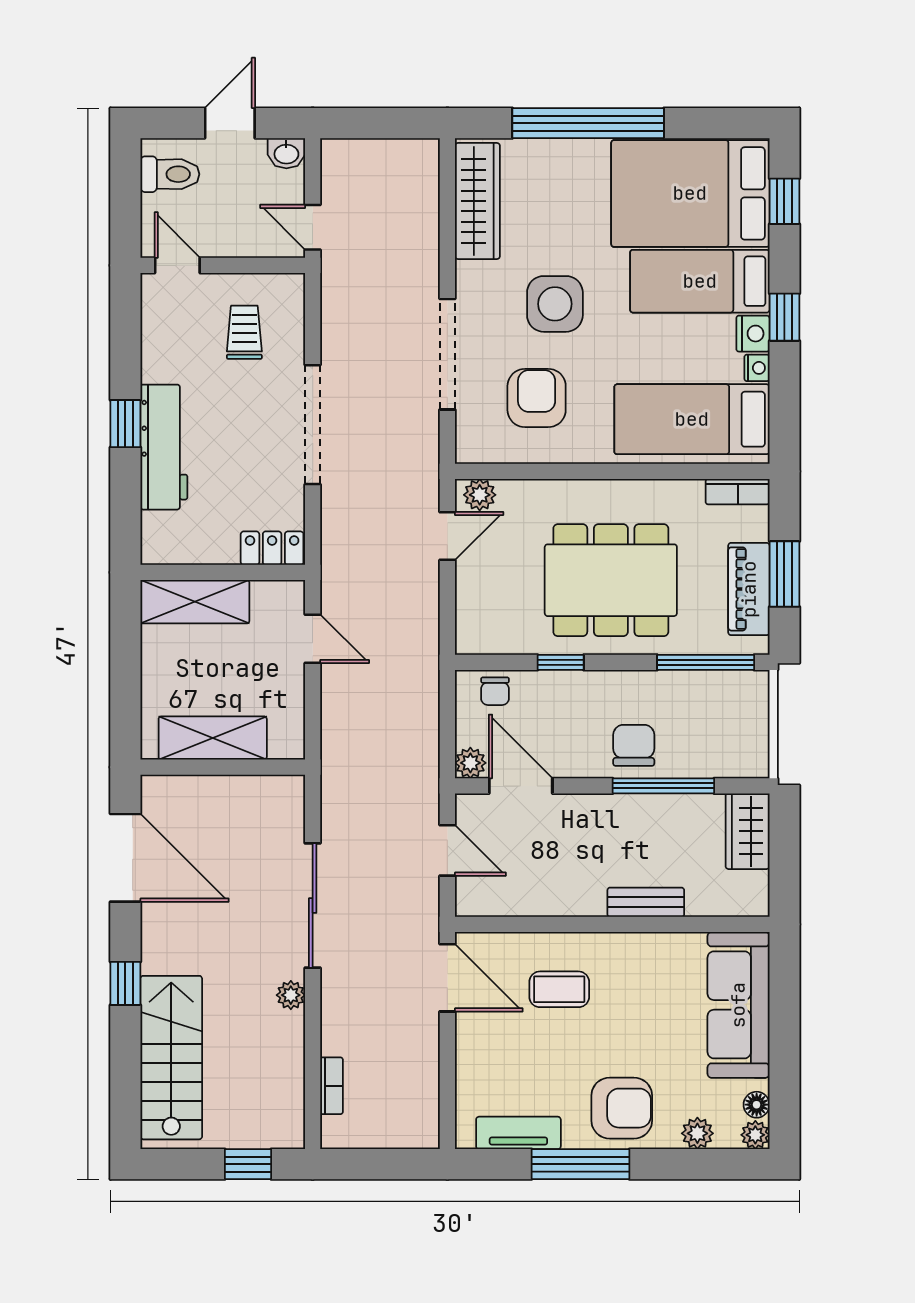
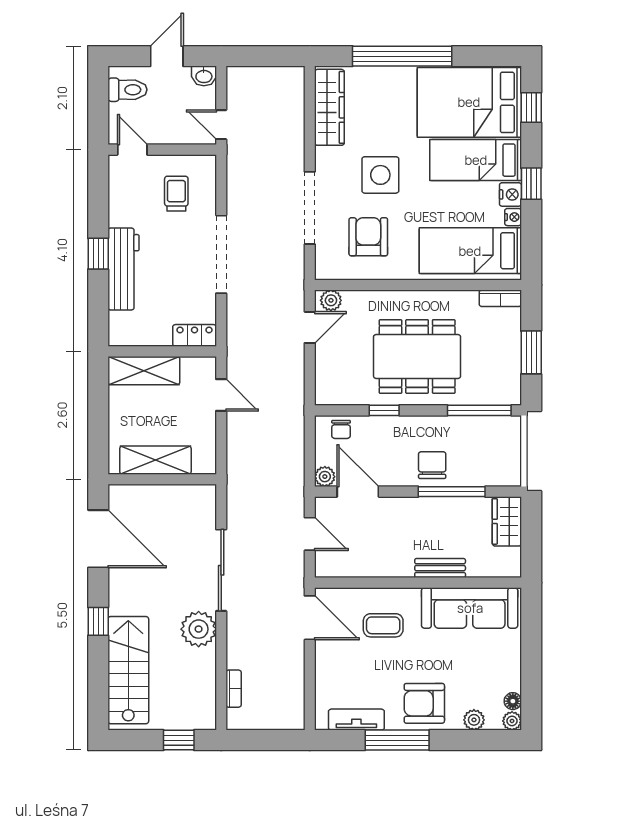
piano: (749, 589) -> (508, 362), removed
plant: (291, 995) -> (199, 629), width x1.87, depth x1.87
sofa: (738, 1005) -> (470, 608), moved, turned -90
armchair: (622, 1108) -> (424, 703), turned 180

